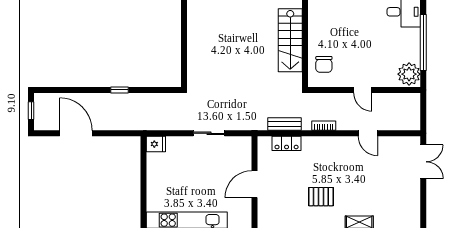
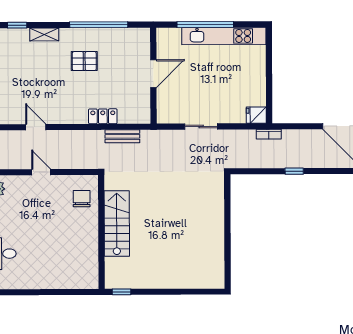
bookcase: (324, 126) -> (269, 134), moved
locker: (287, 143) -> (103, 116), moved

